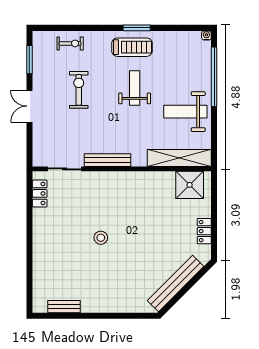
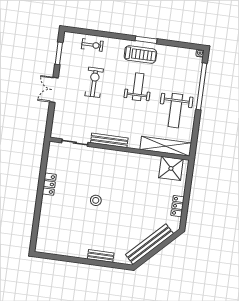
weight bench: (185, 112) -> (175, 111), turned -90
locker: (40, 193) -> (49, 184), moved
bench: (64, 307) -> (101, 256), moved

